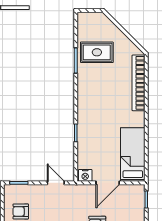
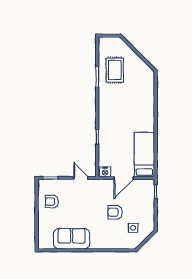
rug: (97, 52) -> (115, 70), turned 90
bookcase: (139, 83) -> (149, 95), removed

